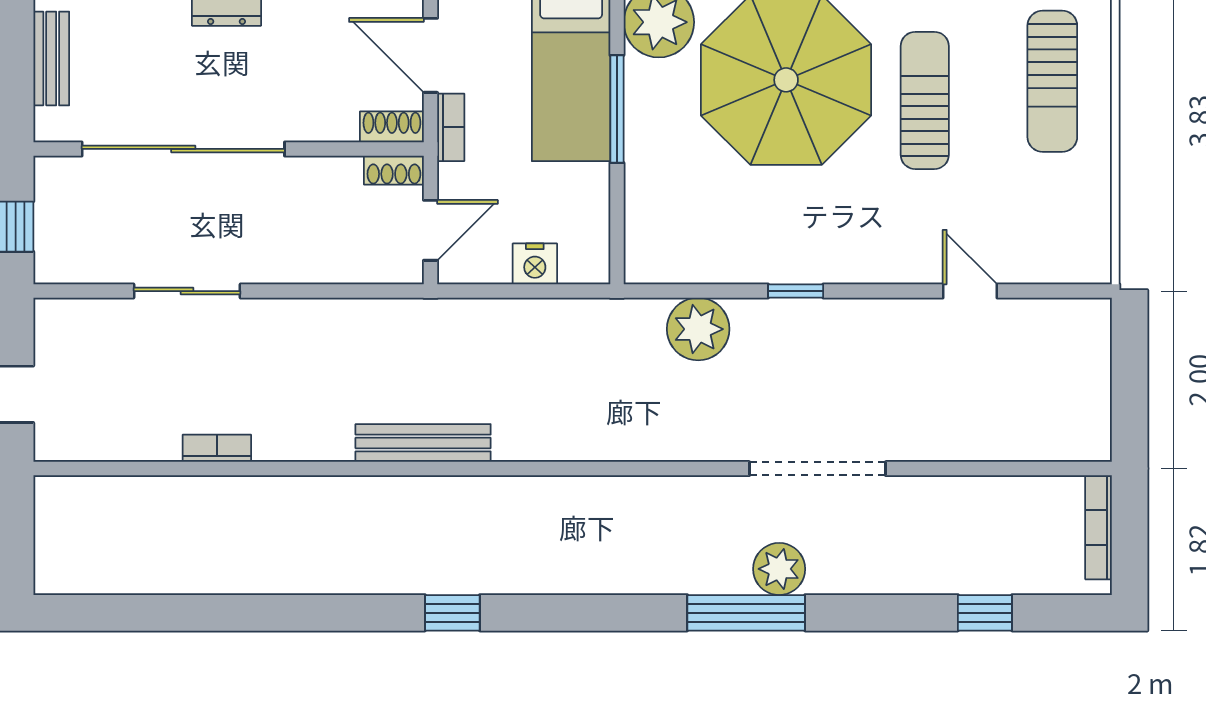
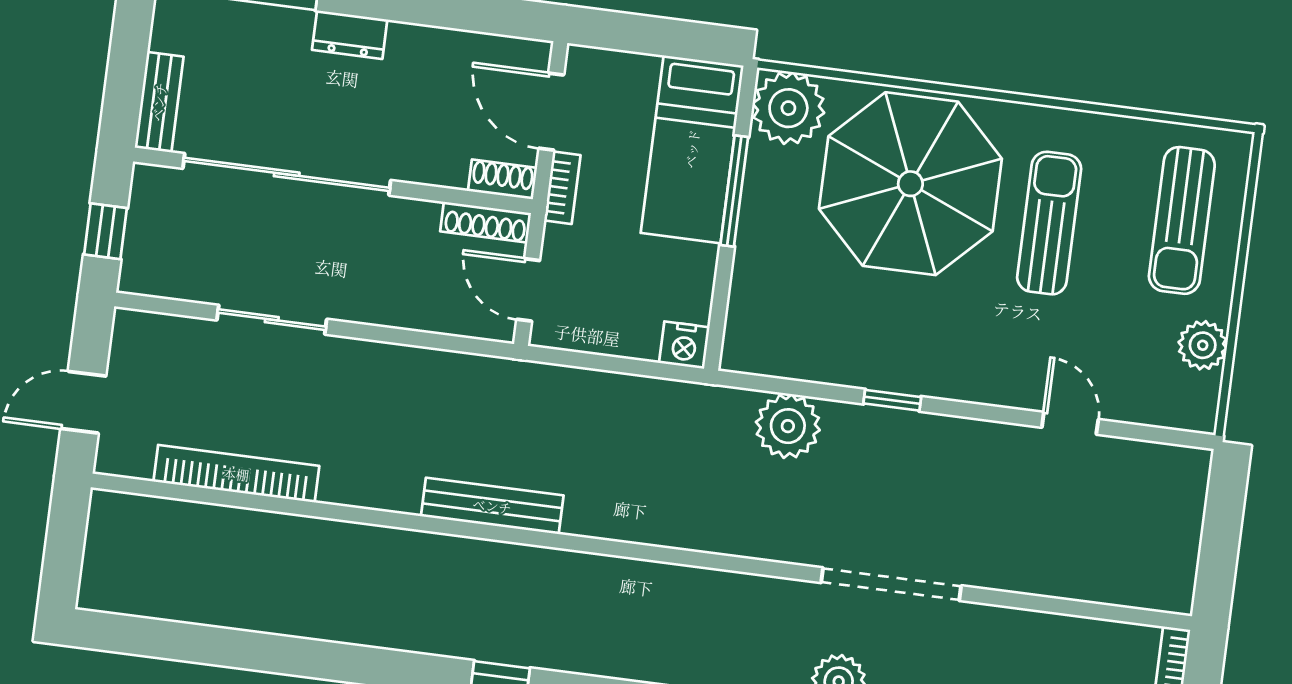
bench: (51, 59) -> (159, 102), moved
shoe rack: (394, 170) -> (486, 222), width x1.43
plant: (1088, 199) -> (1203, 345), added
door: (431, 230) -> (528, 290), swing flipped
nightstand: (535, 264) -> (684, 345), moved
bookcase: (217, 448) -> (236, 474), width x2.31, depth x1.31

